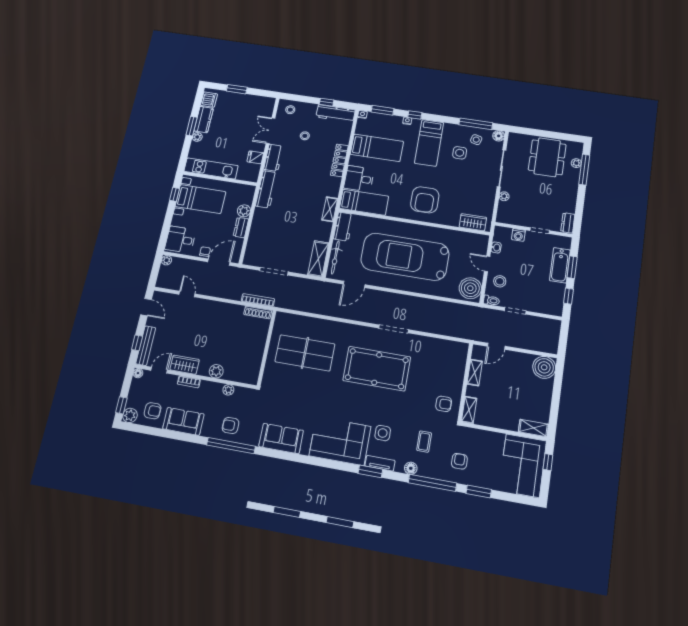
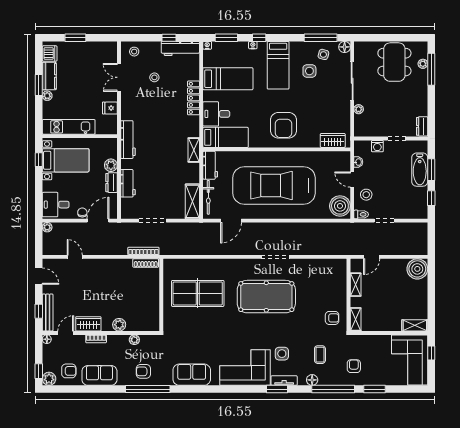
workbench: (273, 158) -> (128, 183), moved

